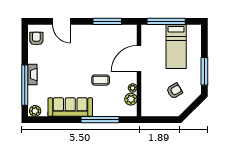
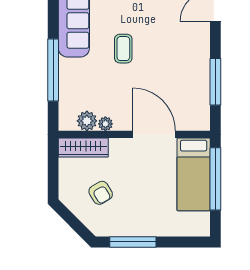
bed: (176, 47) -> (194, 174), moved, turned -90
coffee table: (101, 80) -> (123, 49), moved
wardrobe: (147, 101) -> (83, 148), added

